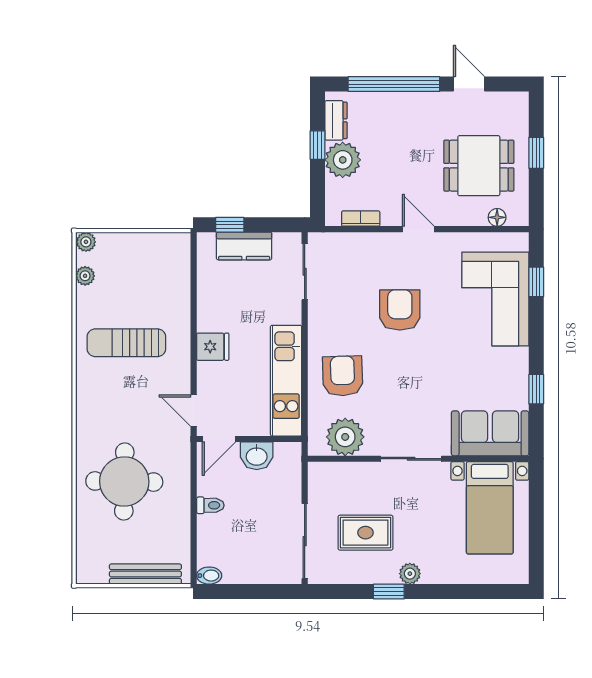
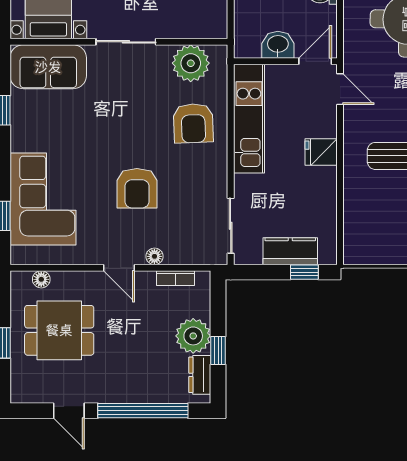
floor lamp: (382, 241) -> (154, 256), added

